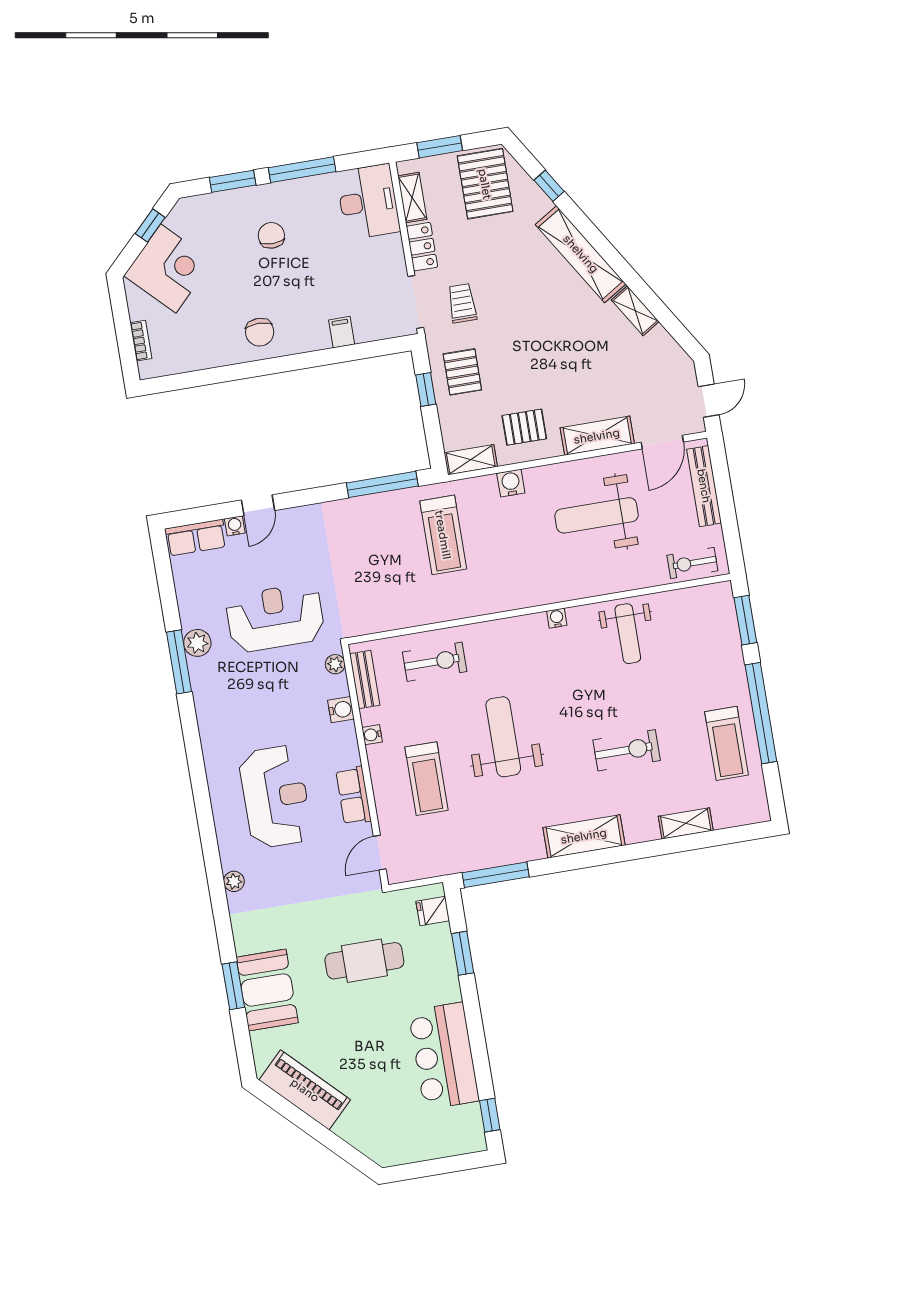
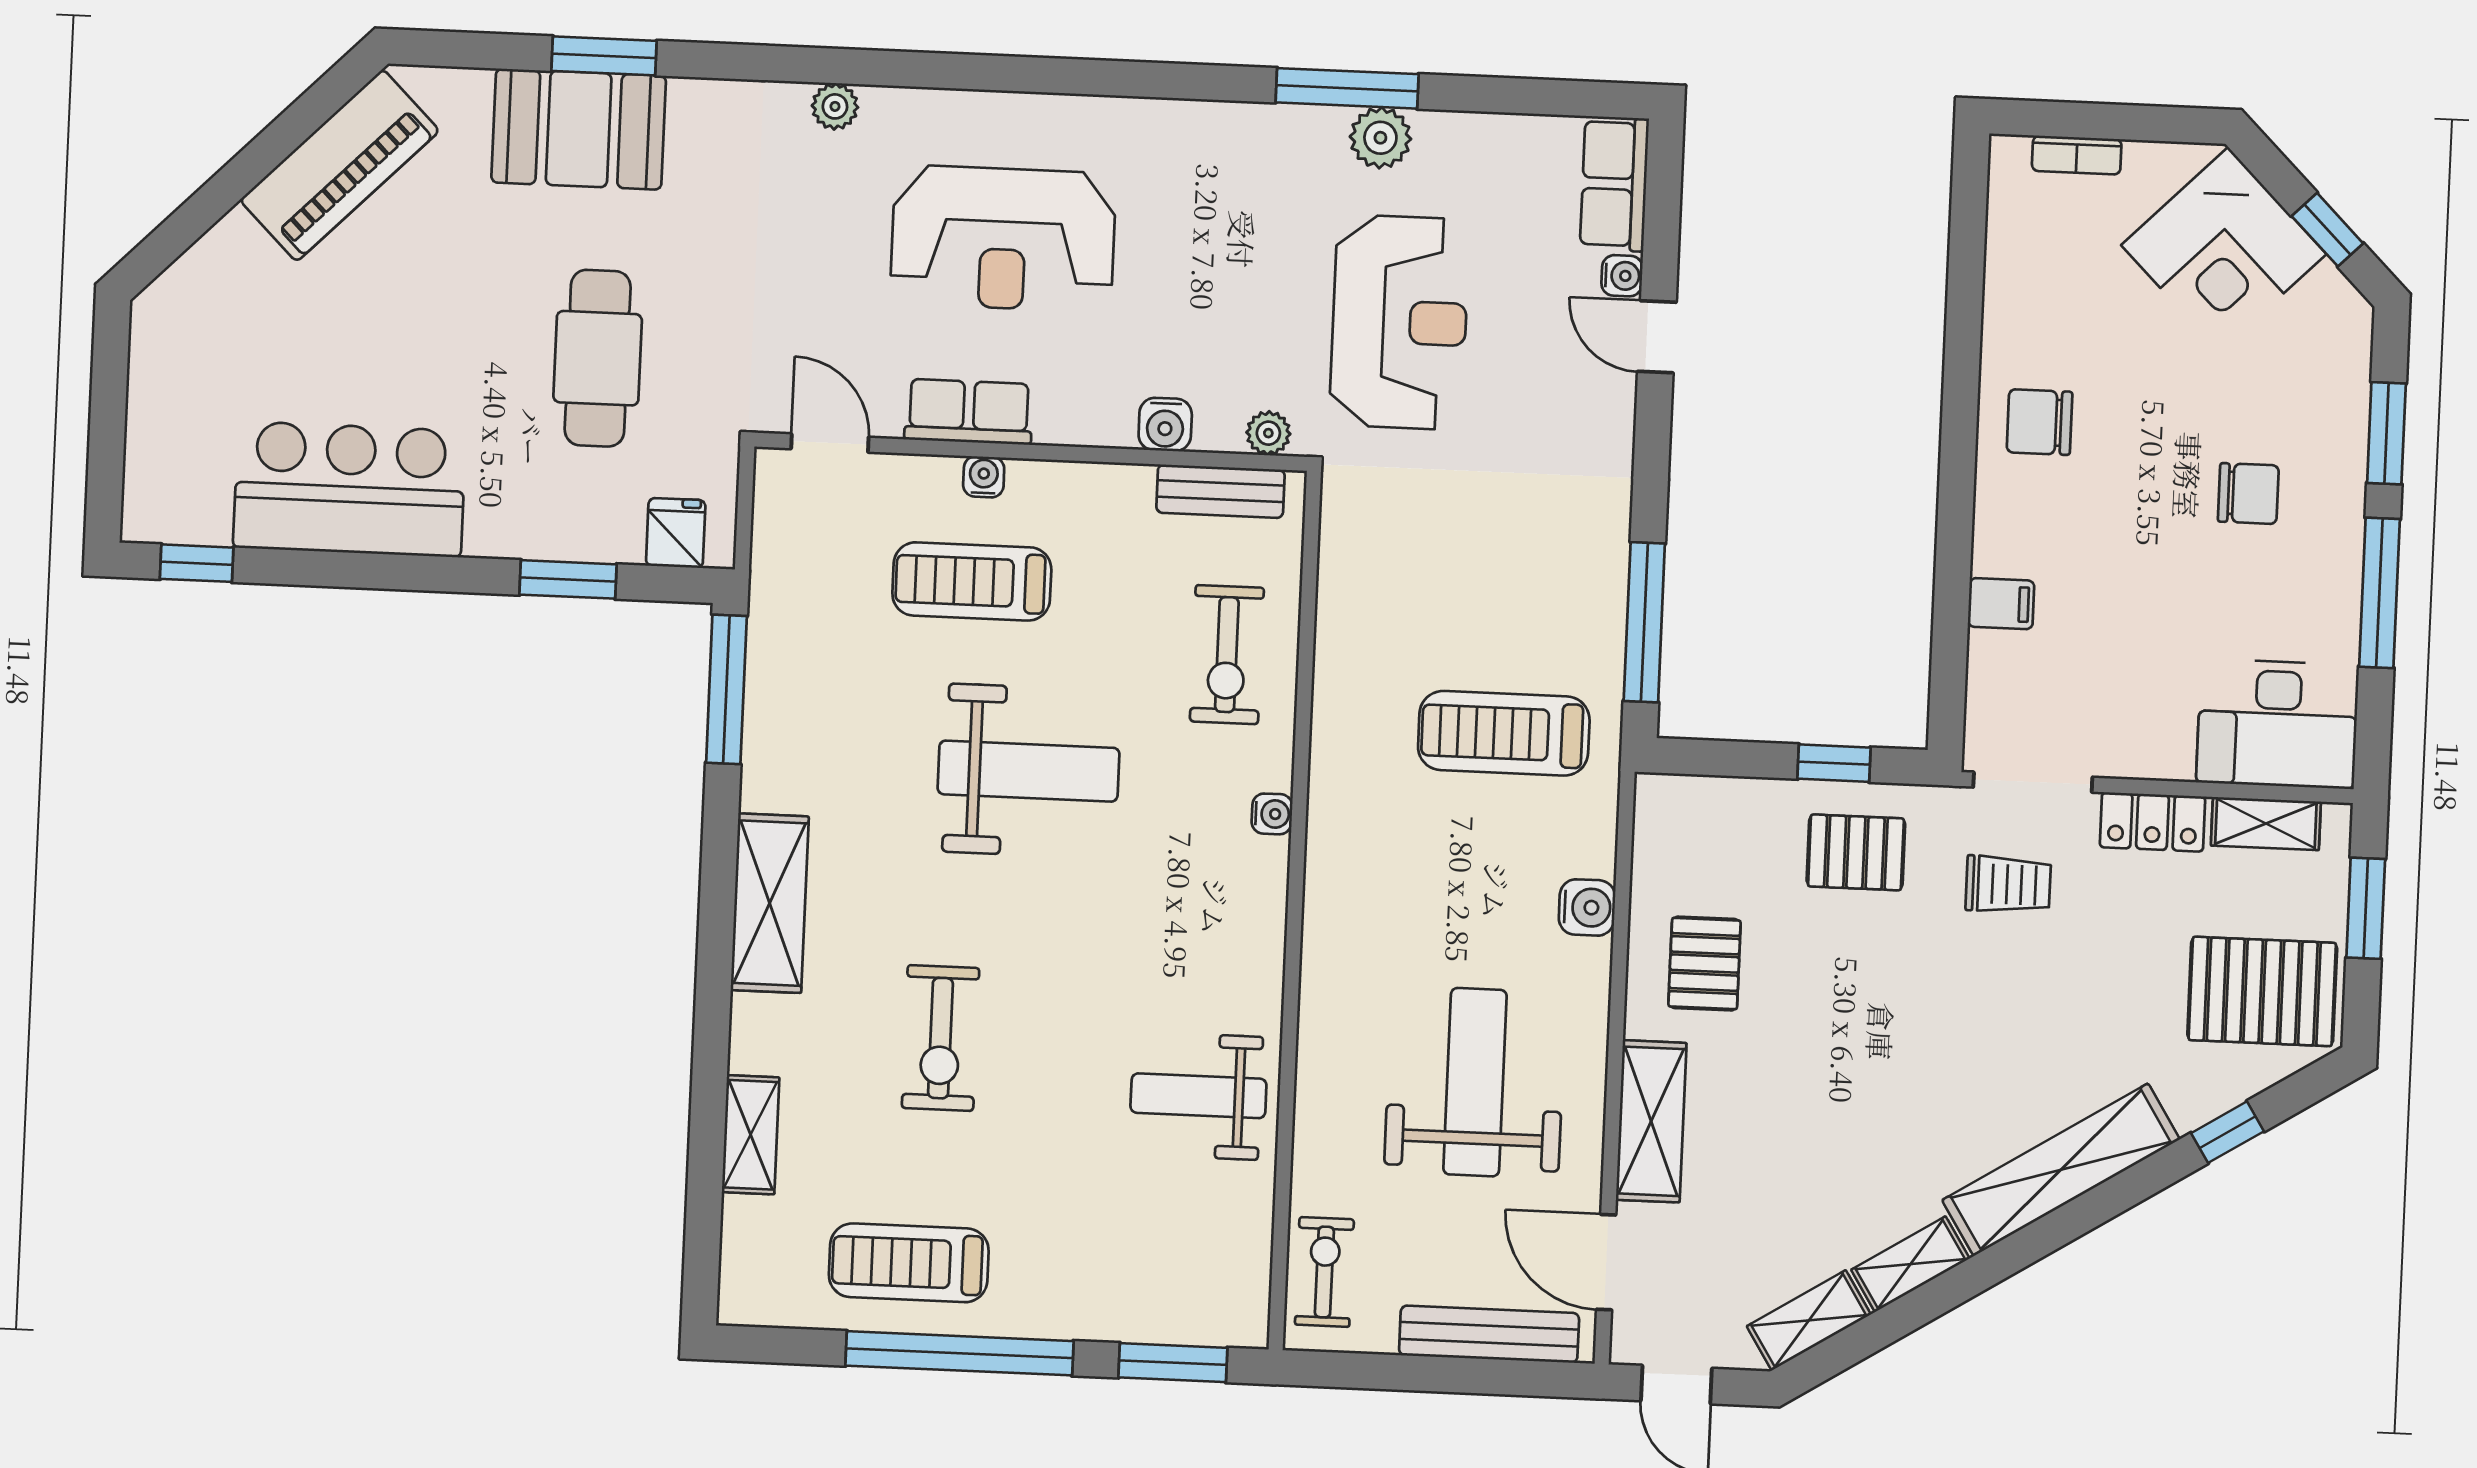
shelving: (471, 460) -> (1809, 1320), moved, turned 58
water cooler: (557, 618) -> (1272, 814), moved
water cooler: (372, 735) -> (984, 477), moved

